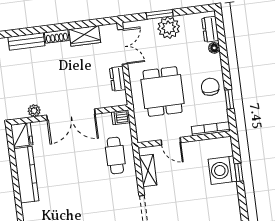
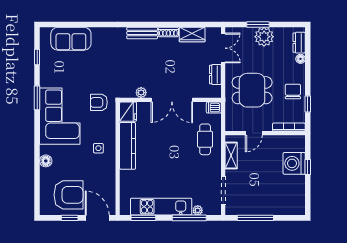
dining table: (163, 92) -> (252, 90), turned 90
door: (171, 141) -> (254, 133), hinge flipped

